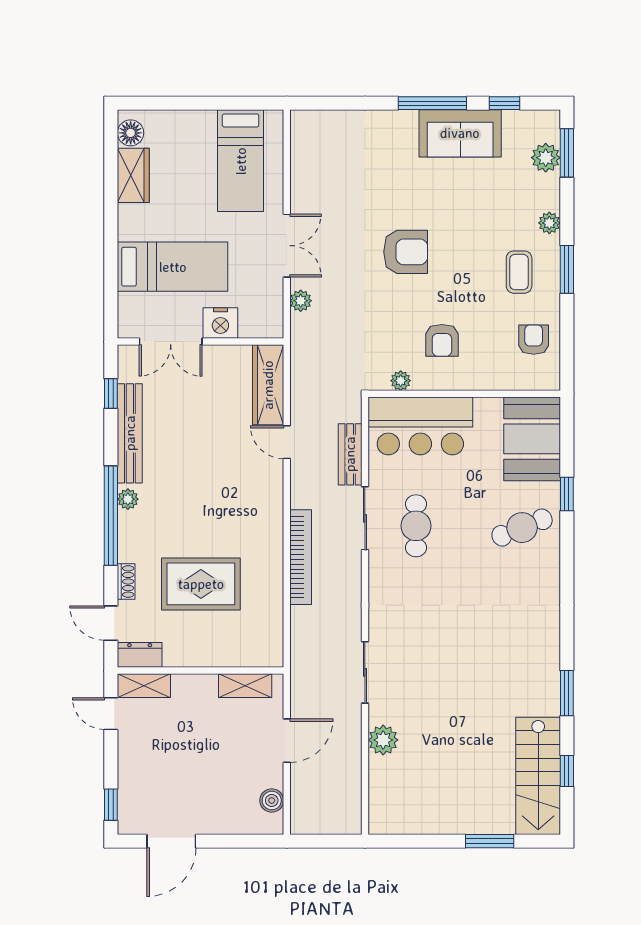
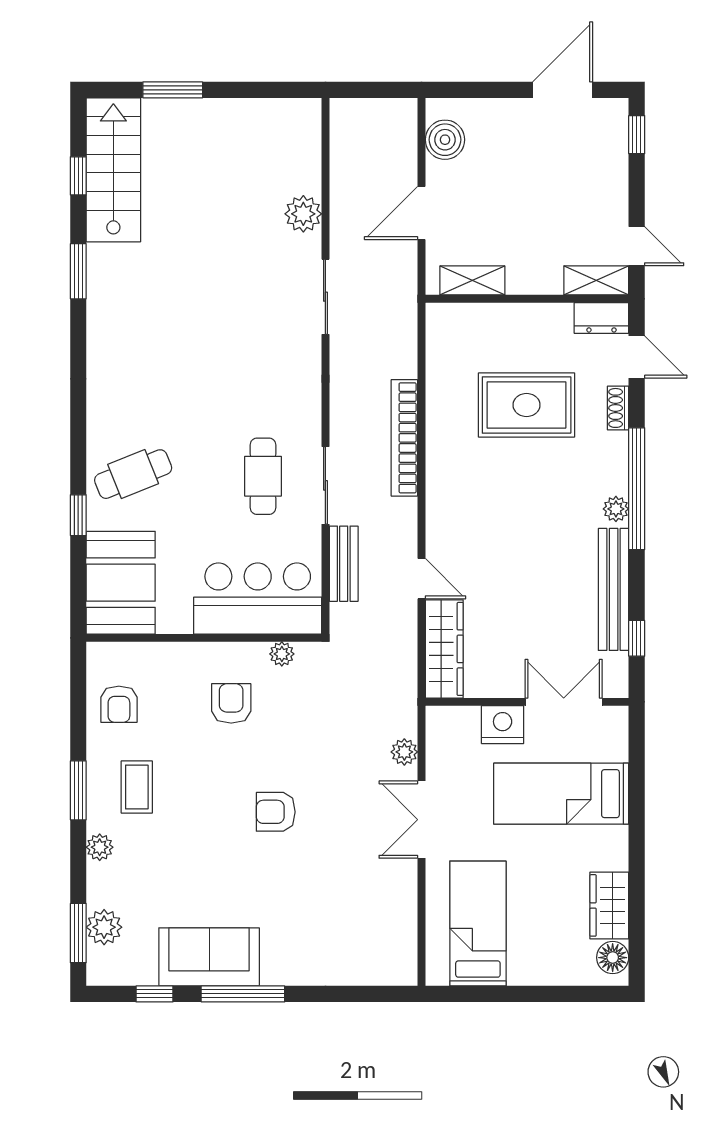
armchair: (406, 252) -> (276, 812), width x0.72, depth x0.72
boiler: (272, 800) -> (445, 140), width x1.36, depth x1.36

